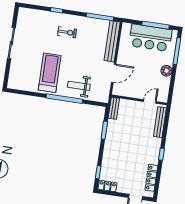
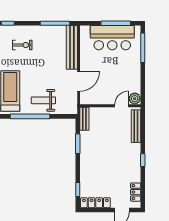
plant: (166, 71) -> (135, 99), moved
locker: (151, 178) -> (136, 192), width x0.66
locker: (107, 186) -> (95, 203), width x1.53

